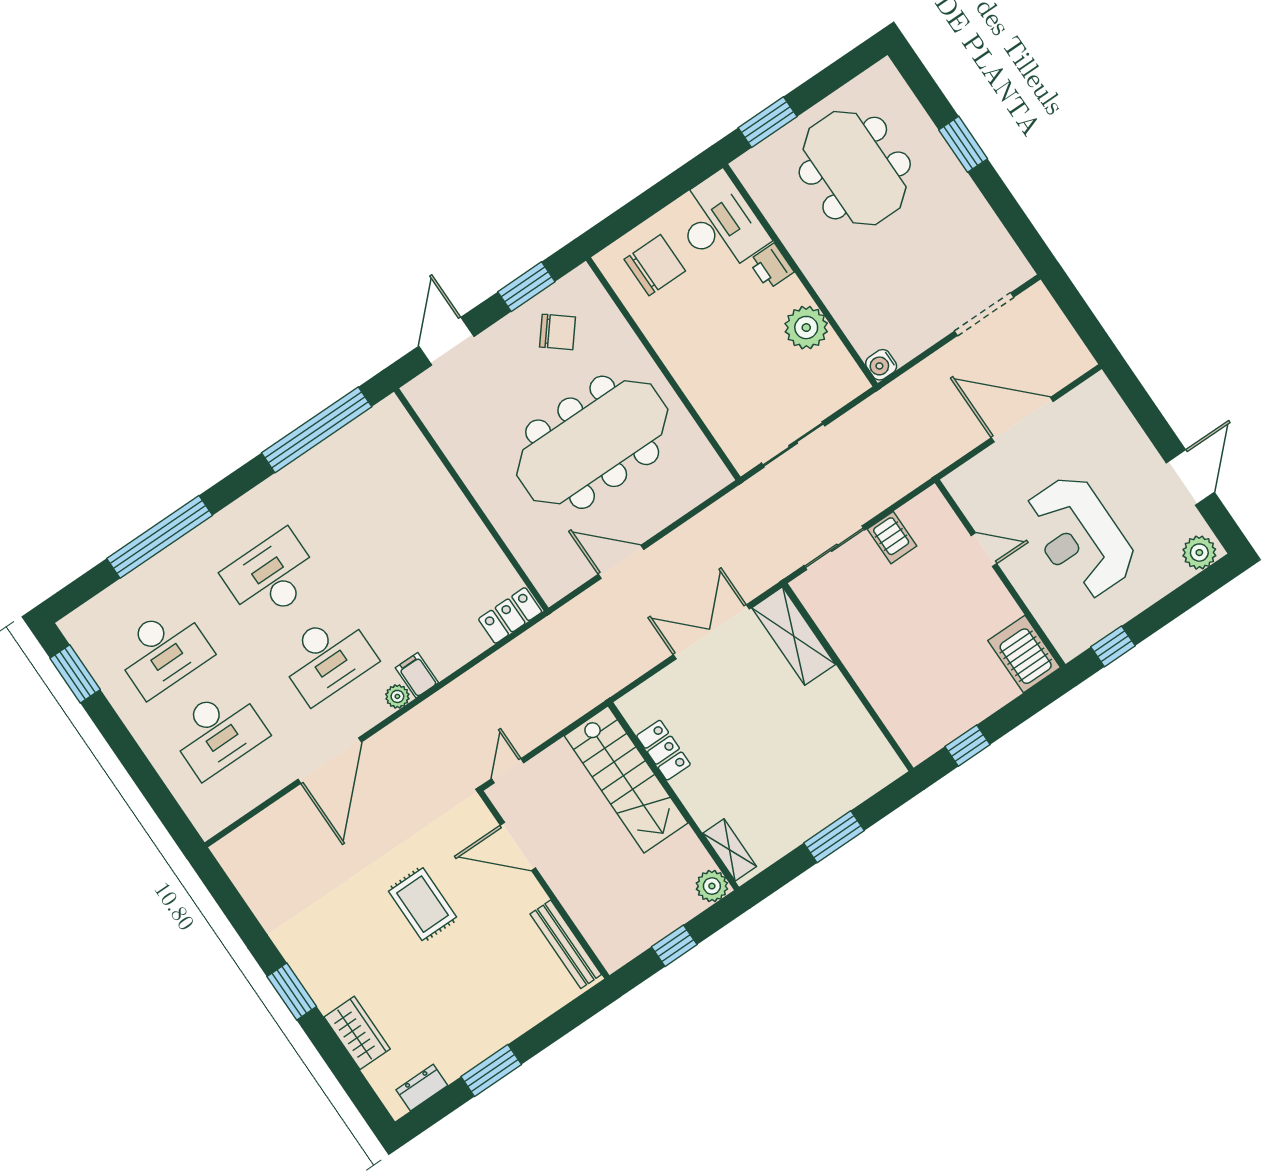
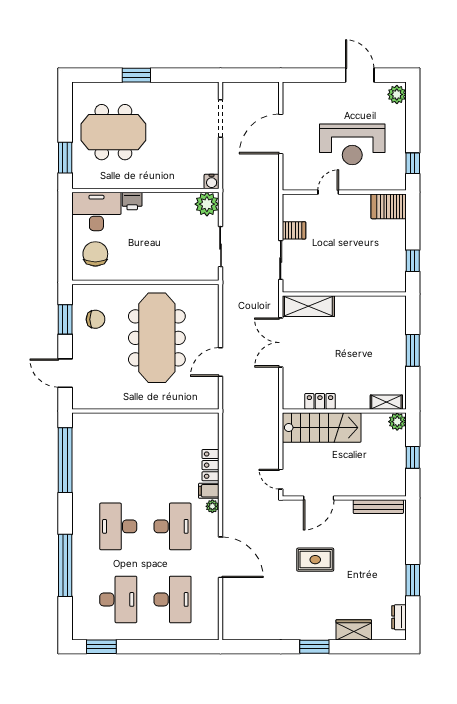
plant: (806, 328) -> (207, 204), moved
chair: (558, 332) -> (96, 319), turned 51
locker: (510, 615) -> (210, 465), moved

